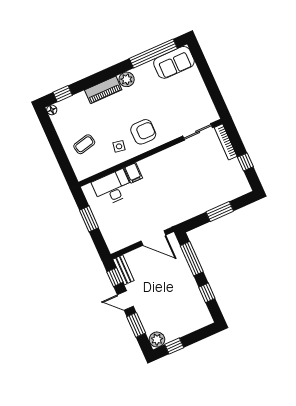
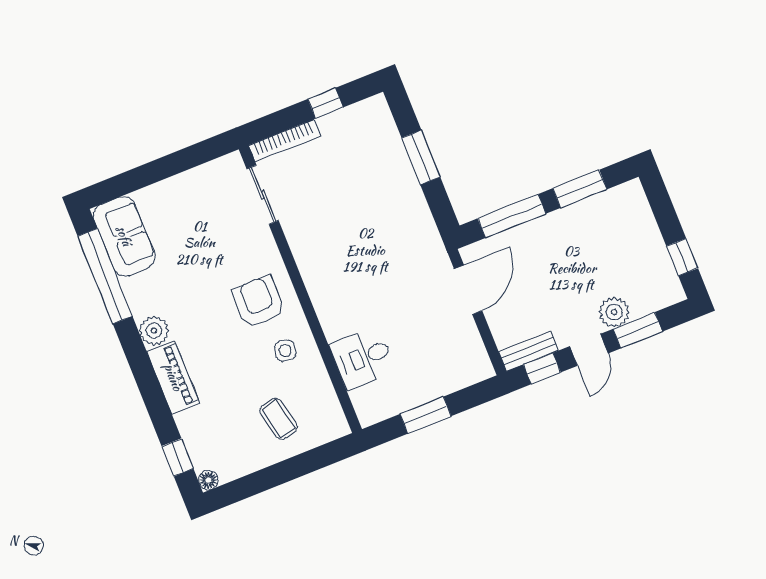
filing cabinet: (133, 173) -> (338, 325), removed
desk: (112, 188) -> (363, 358), width x0.73
window: (207, 293) -> (580, 189), width x1.50
plant: (157, 340) -> (614, 312), moved

